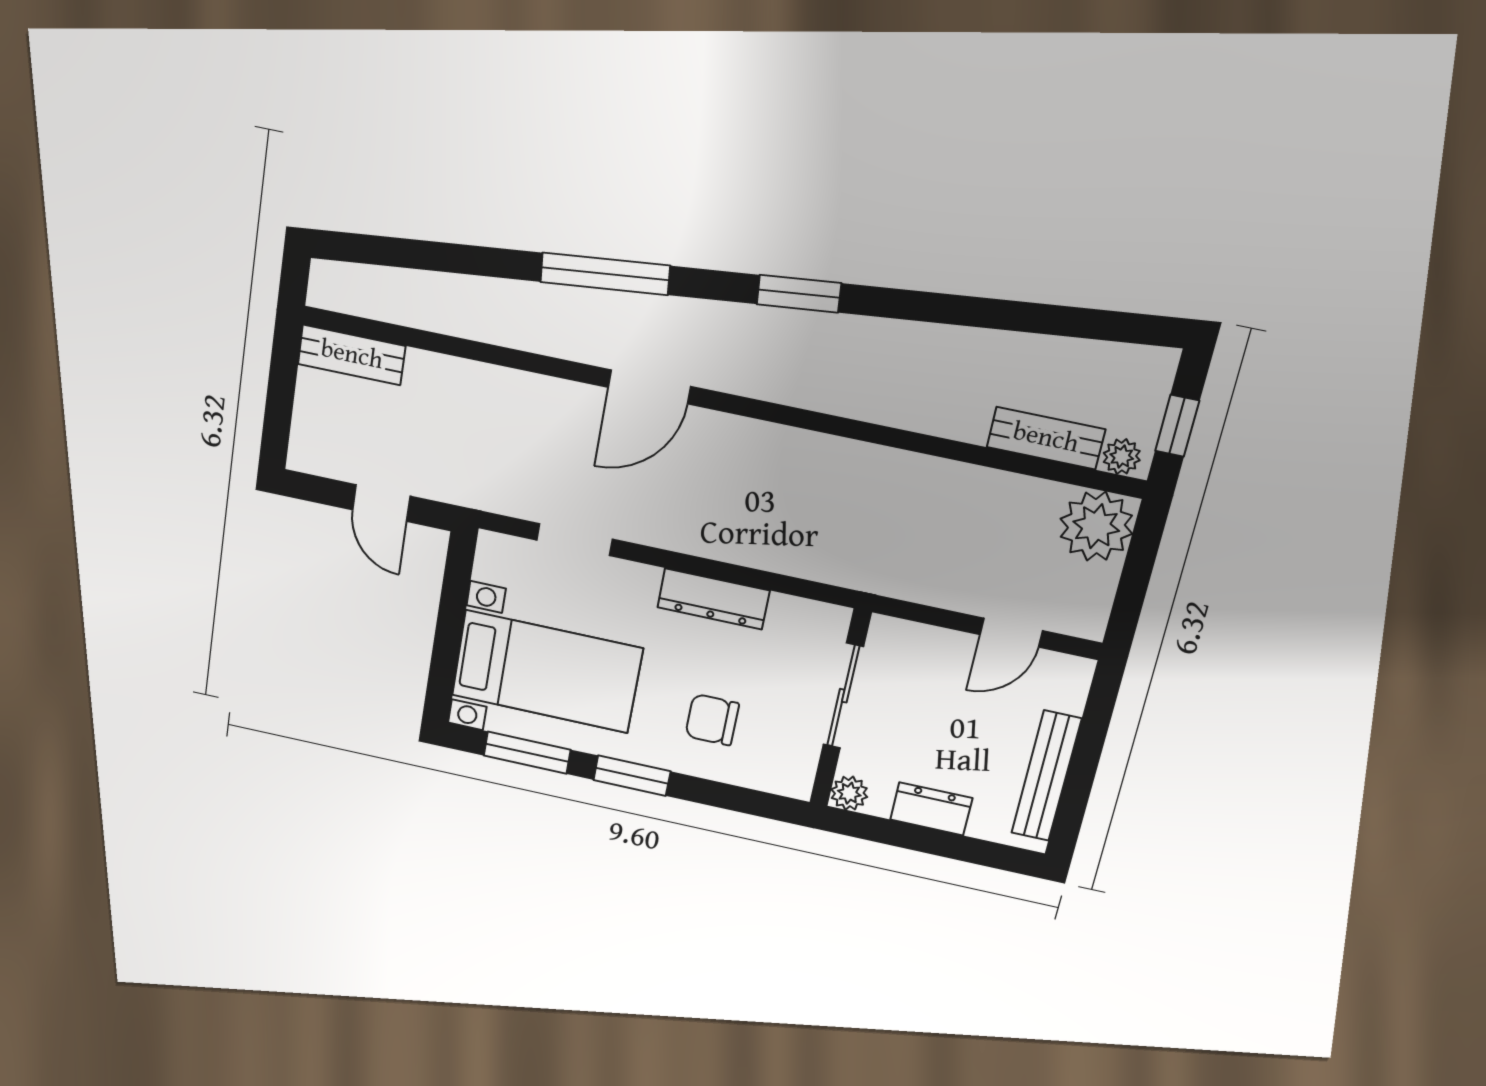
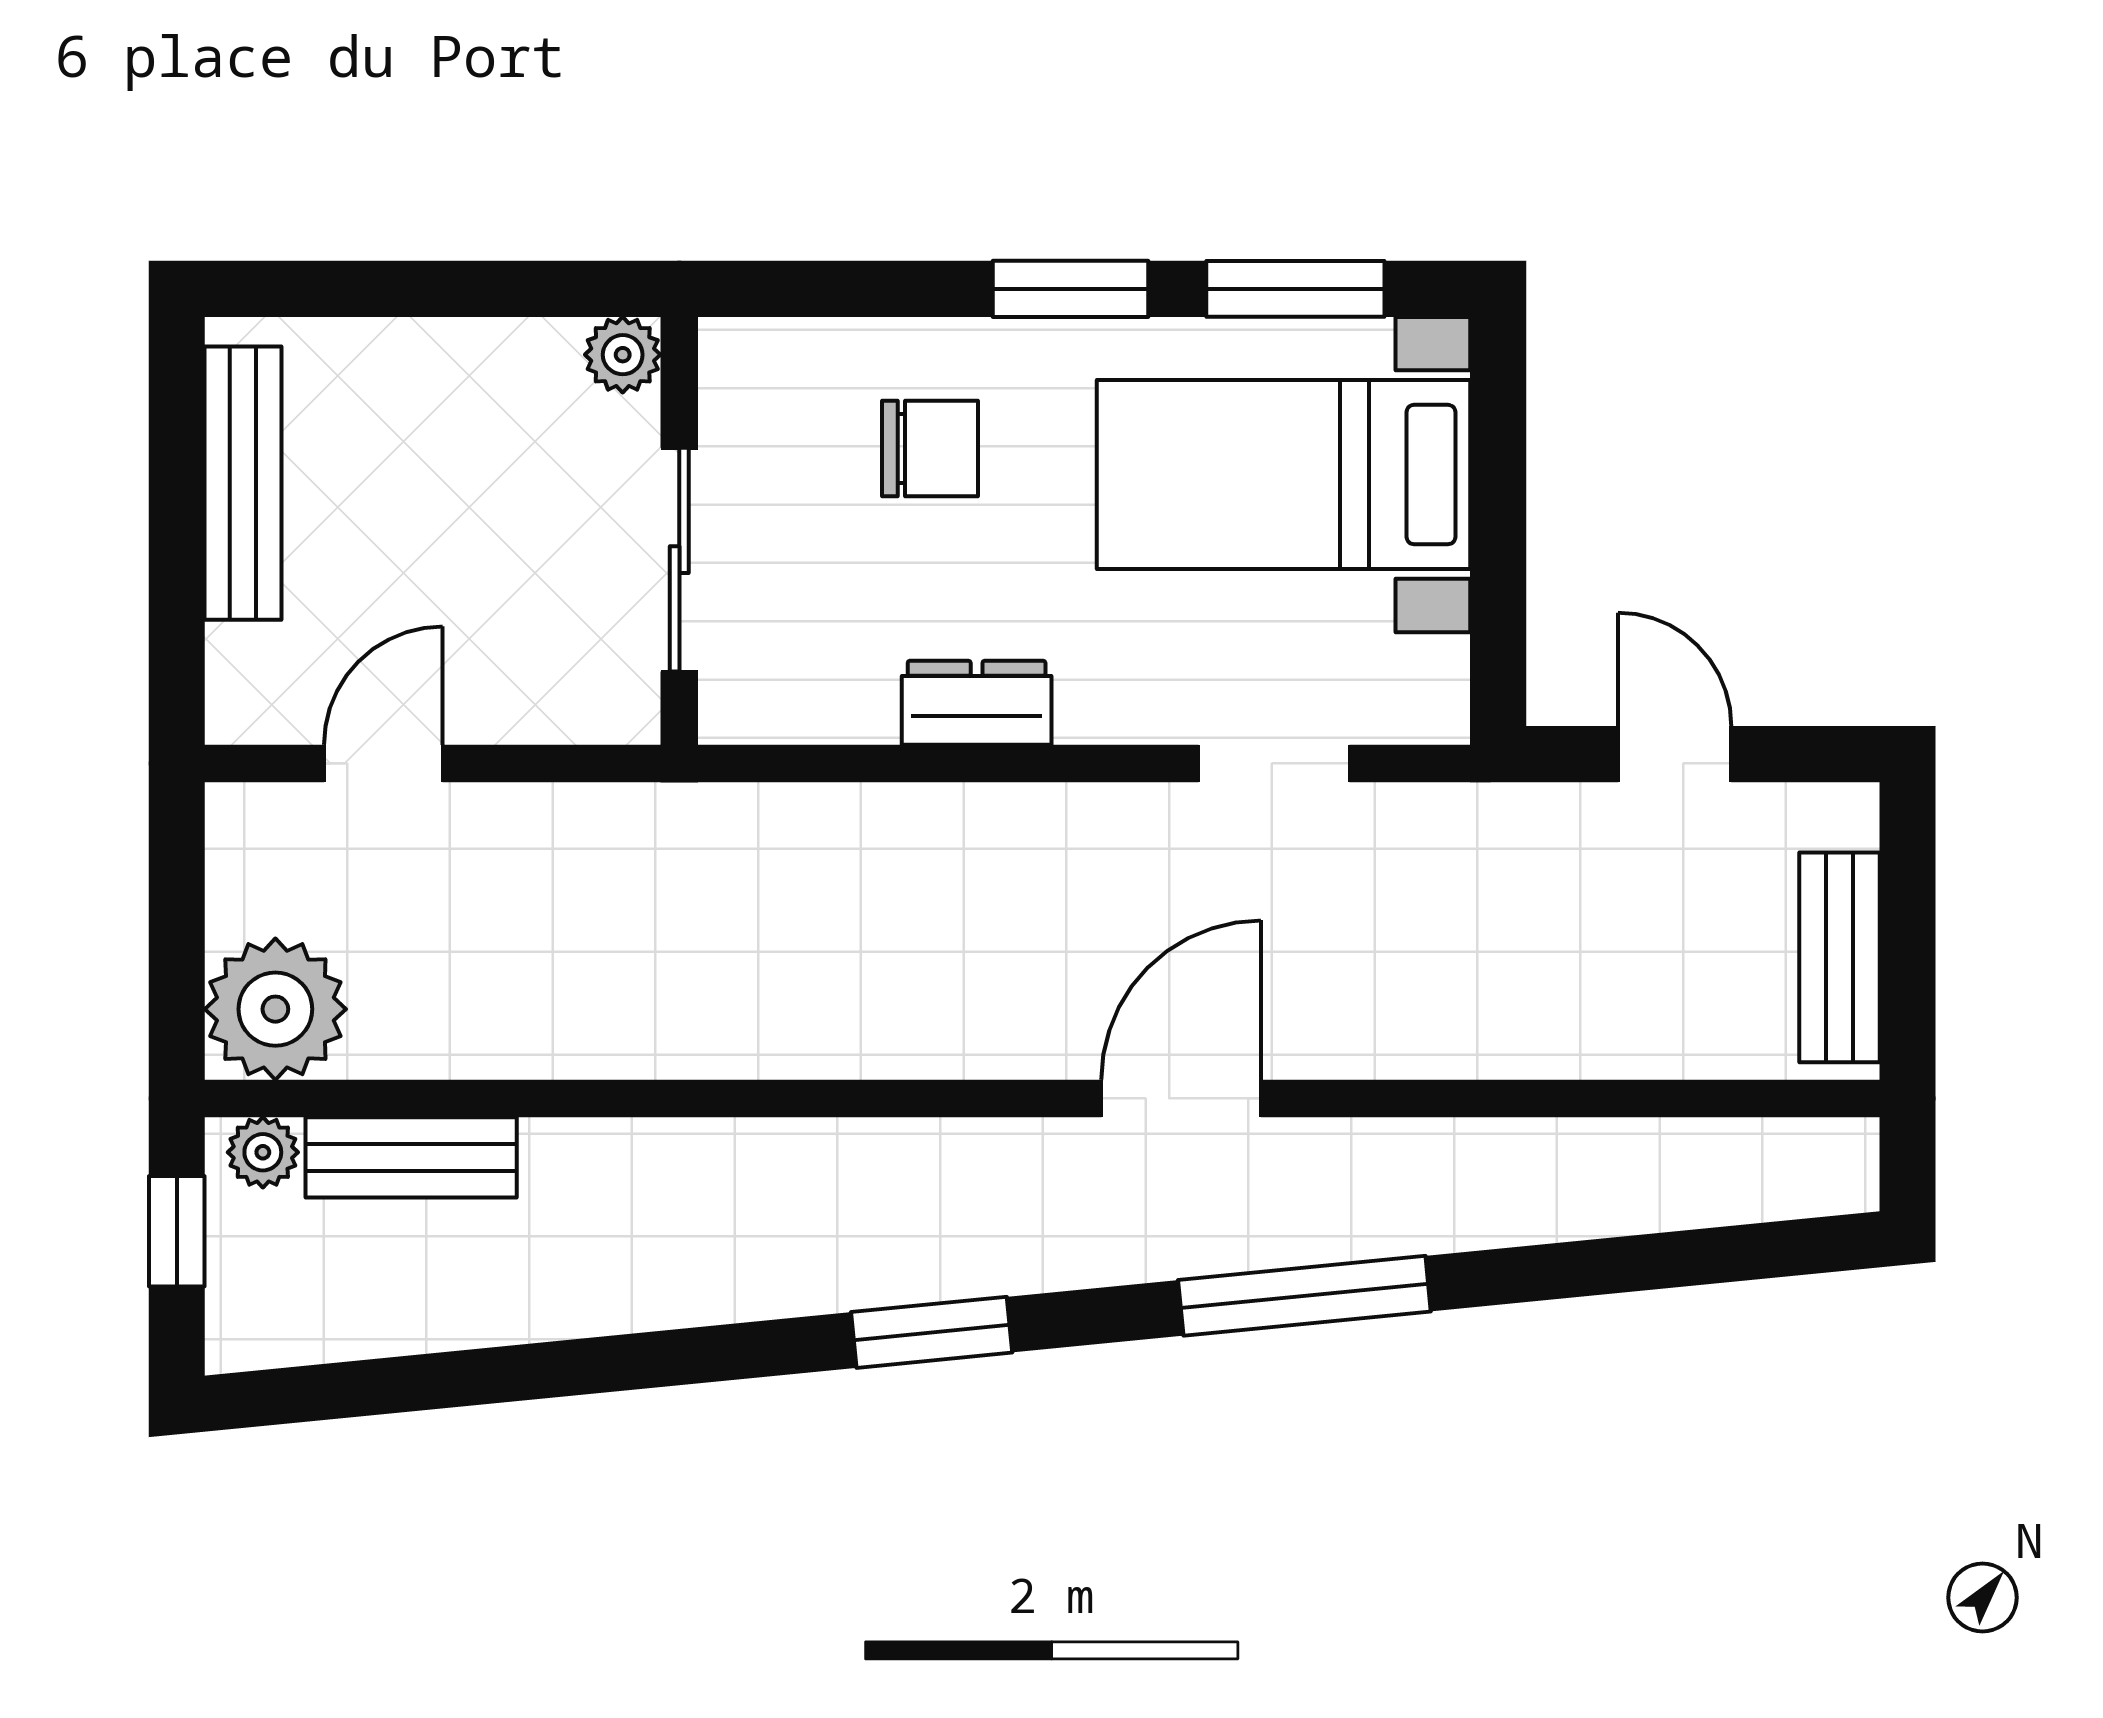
bench: (352, 355) -> (1840, 957), moved, turned 90
dresser: (713, 599) -> (977, 703), width x0.70
dresser: (931, 809) -> (452, 360), removed

